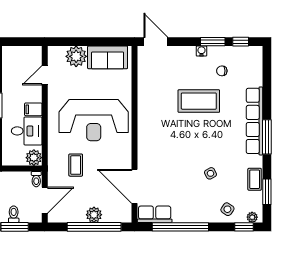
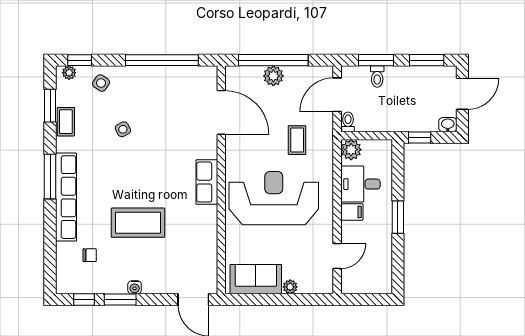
plant: (76, 56) -> (290, 287), width x0.53, depth x0.53
chair: (222, 71) -> (90, 255), moved
row of seats: (155, 214) -> (207, 182), moved, turned 90

